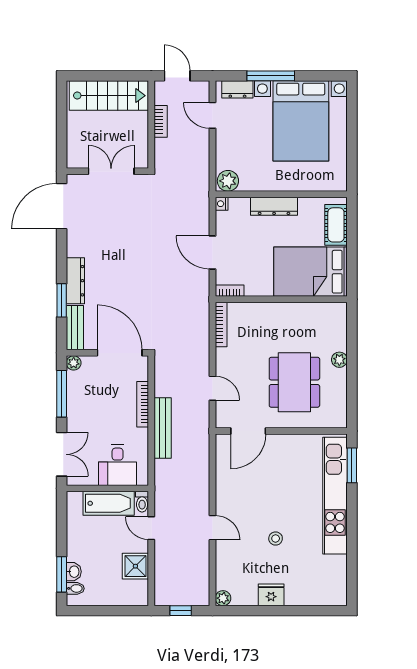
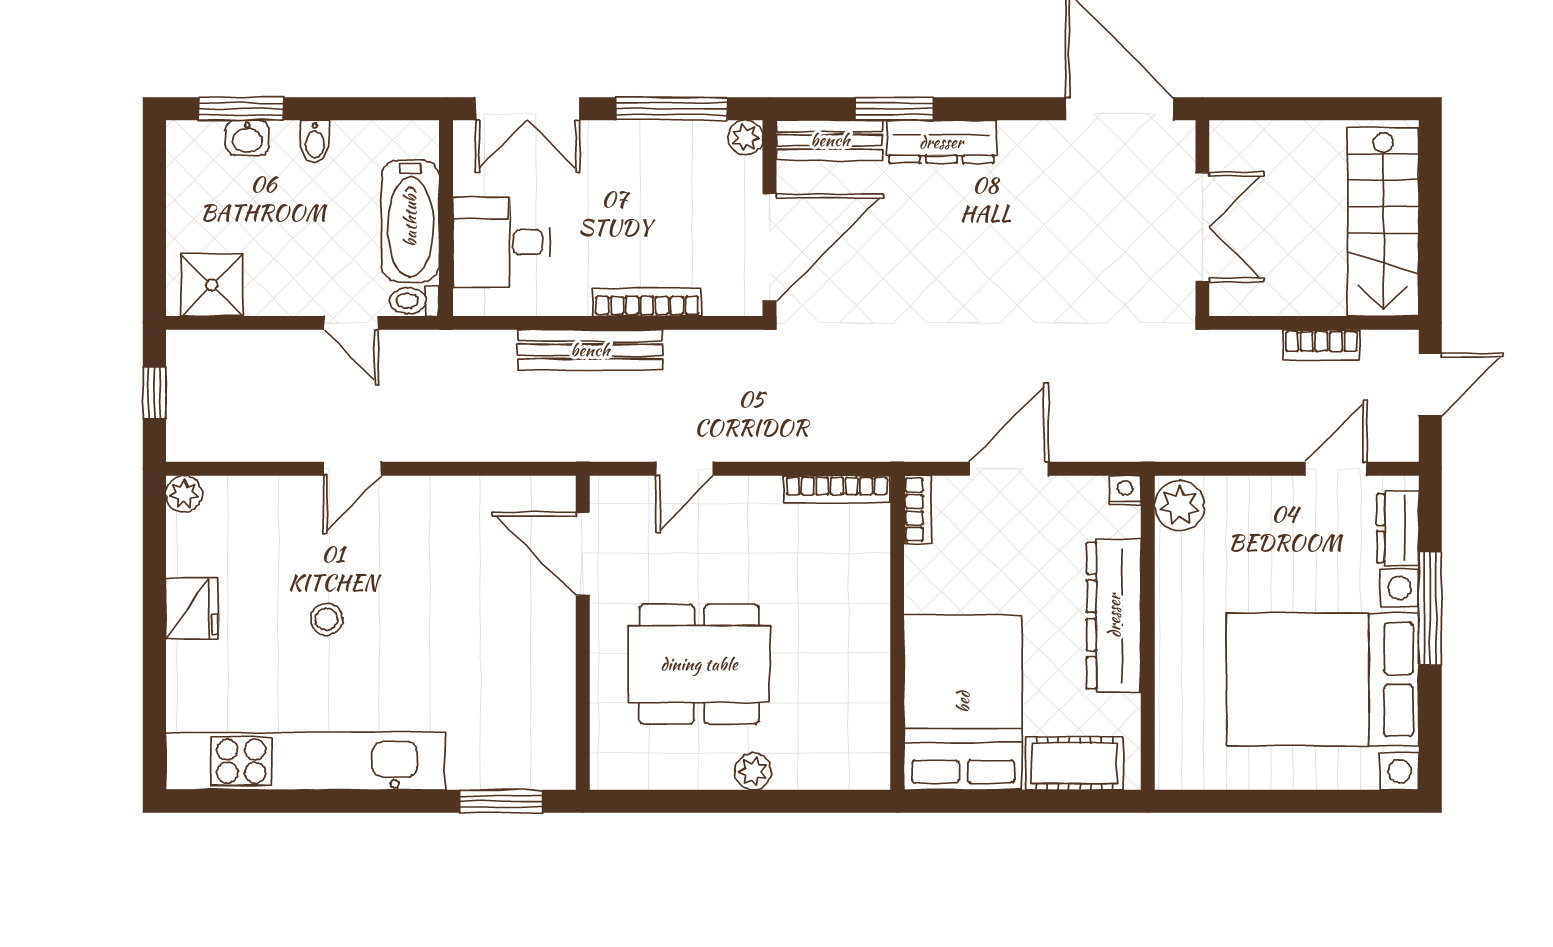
dresser: (274, 206) -> (1114, 616), width x1.37, depth x1.24
kitchen unit: (335, 496) -> (305, 761), moved
door: (151, 528) -> (351, 323), swing flipped
shower: (135, 566) -> (212, 285), moved
bidet: (75, 588) -> (315, 141), moved

